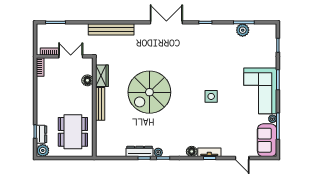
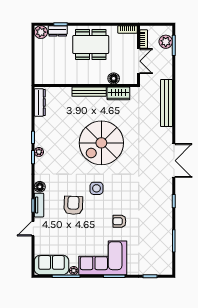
plant: (243, 30) -> (166, 42), moved
armchair: (225, 75) -> (119, 221), added
spiral stairs: (149, 92) -> (101, 143), turned -90
side table: (211, 96) -> (96, 188), moved
armchair: (210, 119) -> (73, 205), added
dining table: (73, 132) -> (91, 44), moved
dresser: (140, 151) -> (40, 102), moved
door: (242, 158) -> (33, 229), moved

